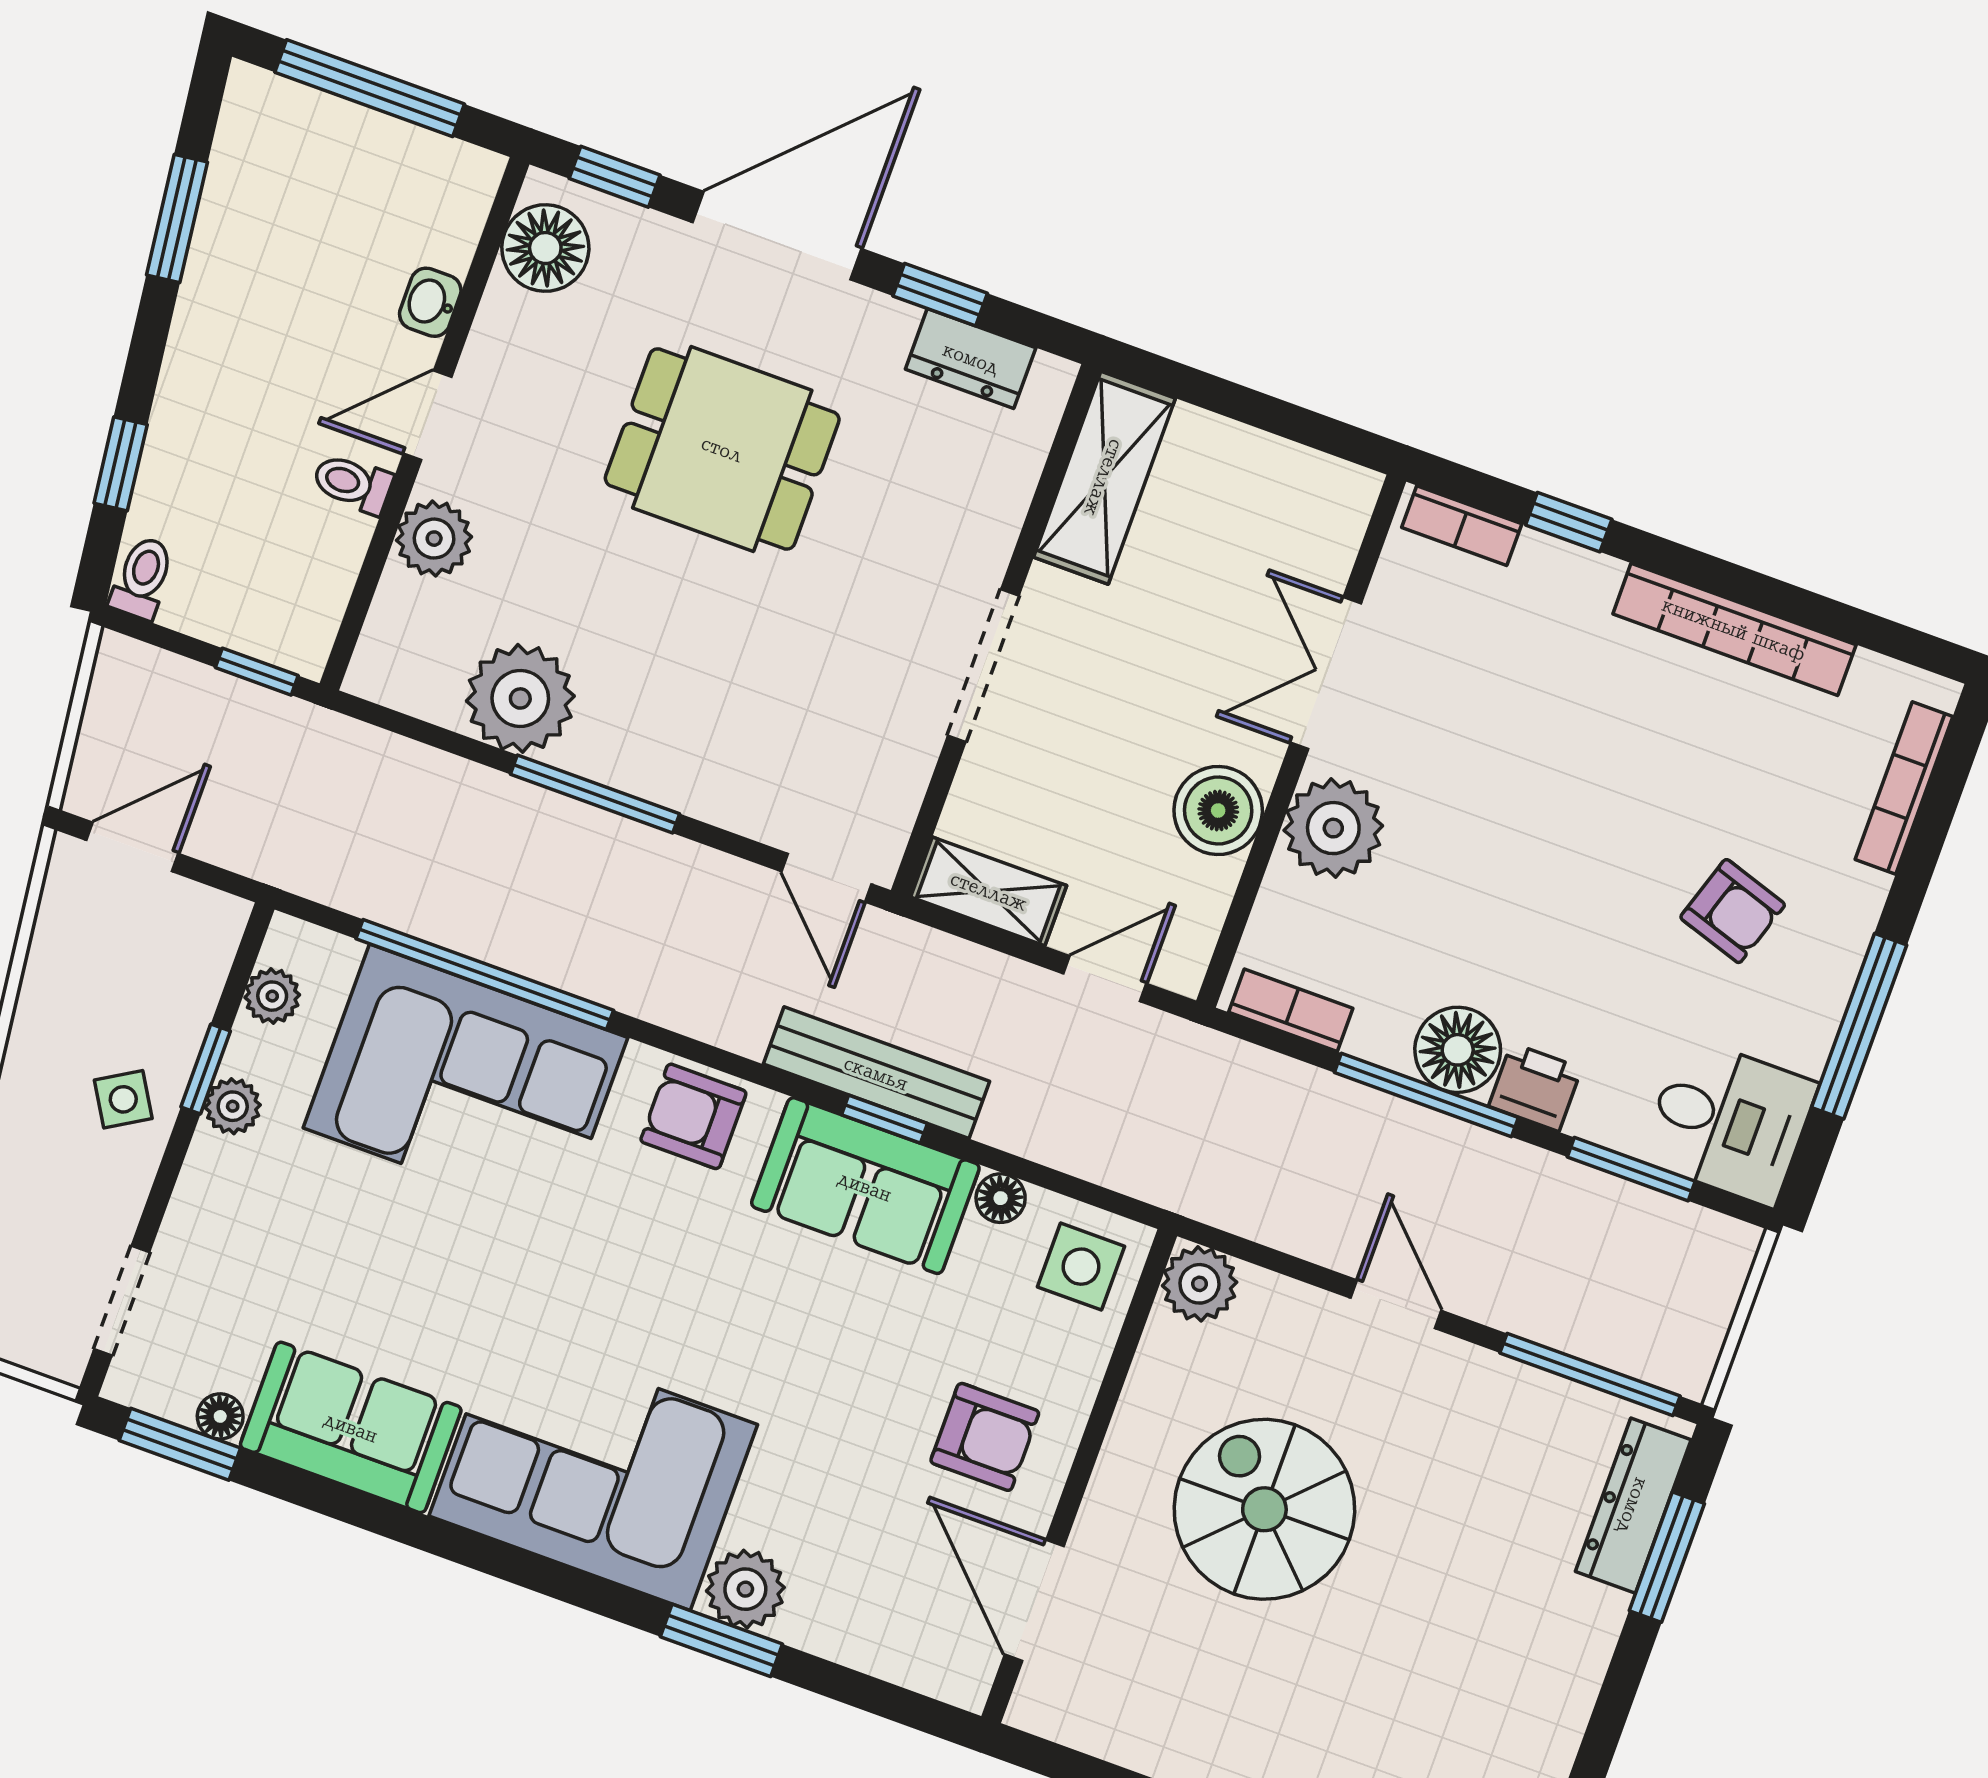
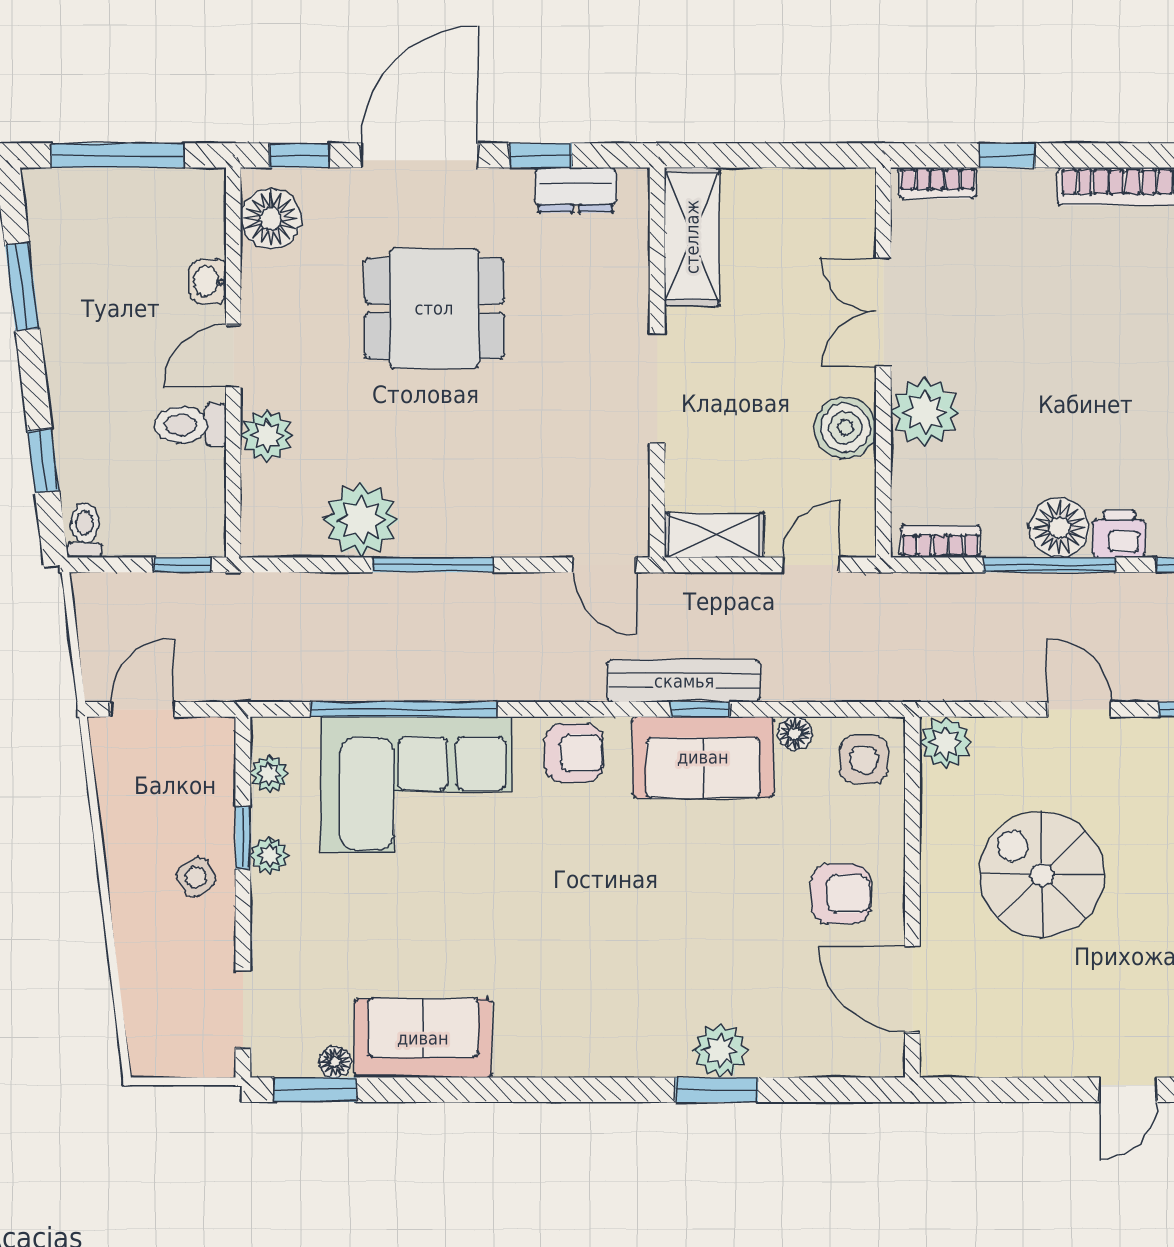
toilet: (352, 484) -> (190, 425), width x1.37, depth x1.39
armchair: (693, 1116) -> (574, 753), turned 180
corner sofa: (593, 1470) -> (592, 1009), removed

